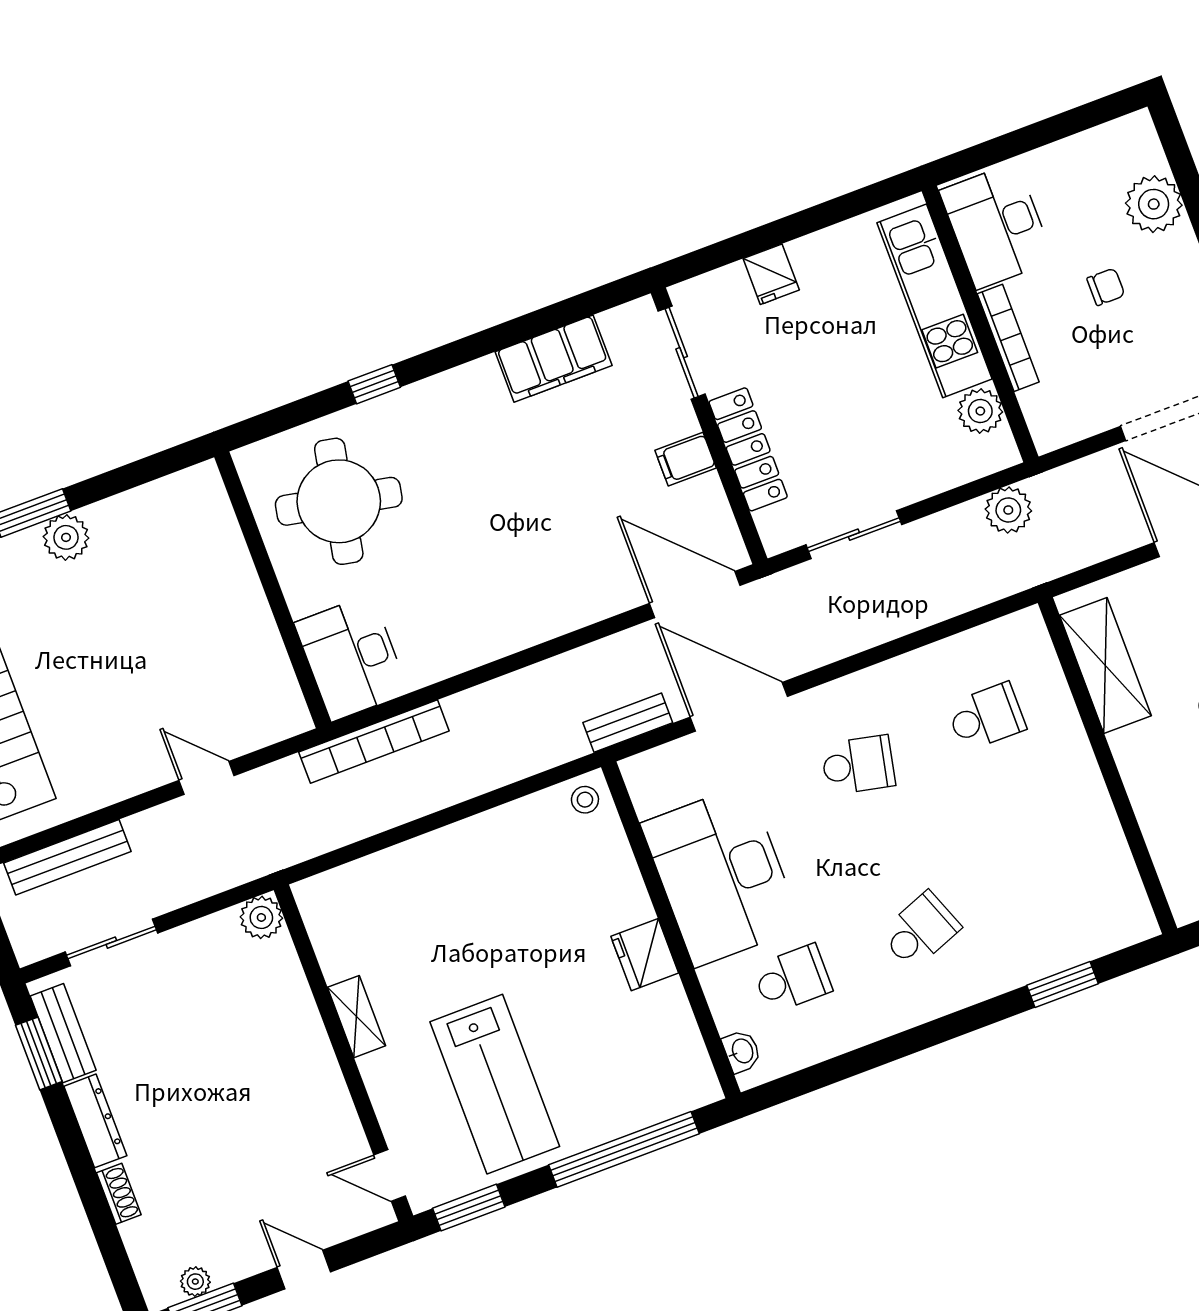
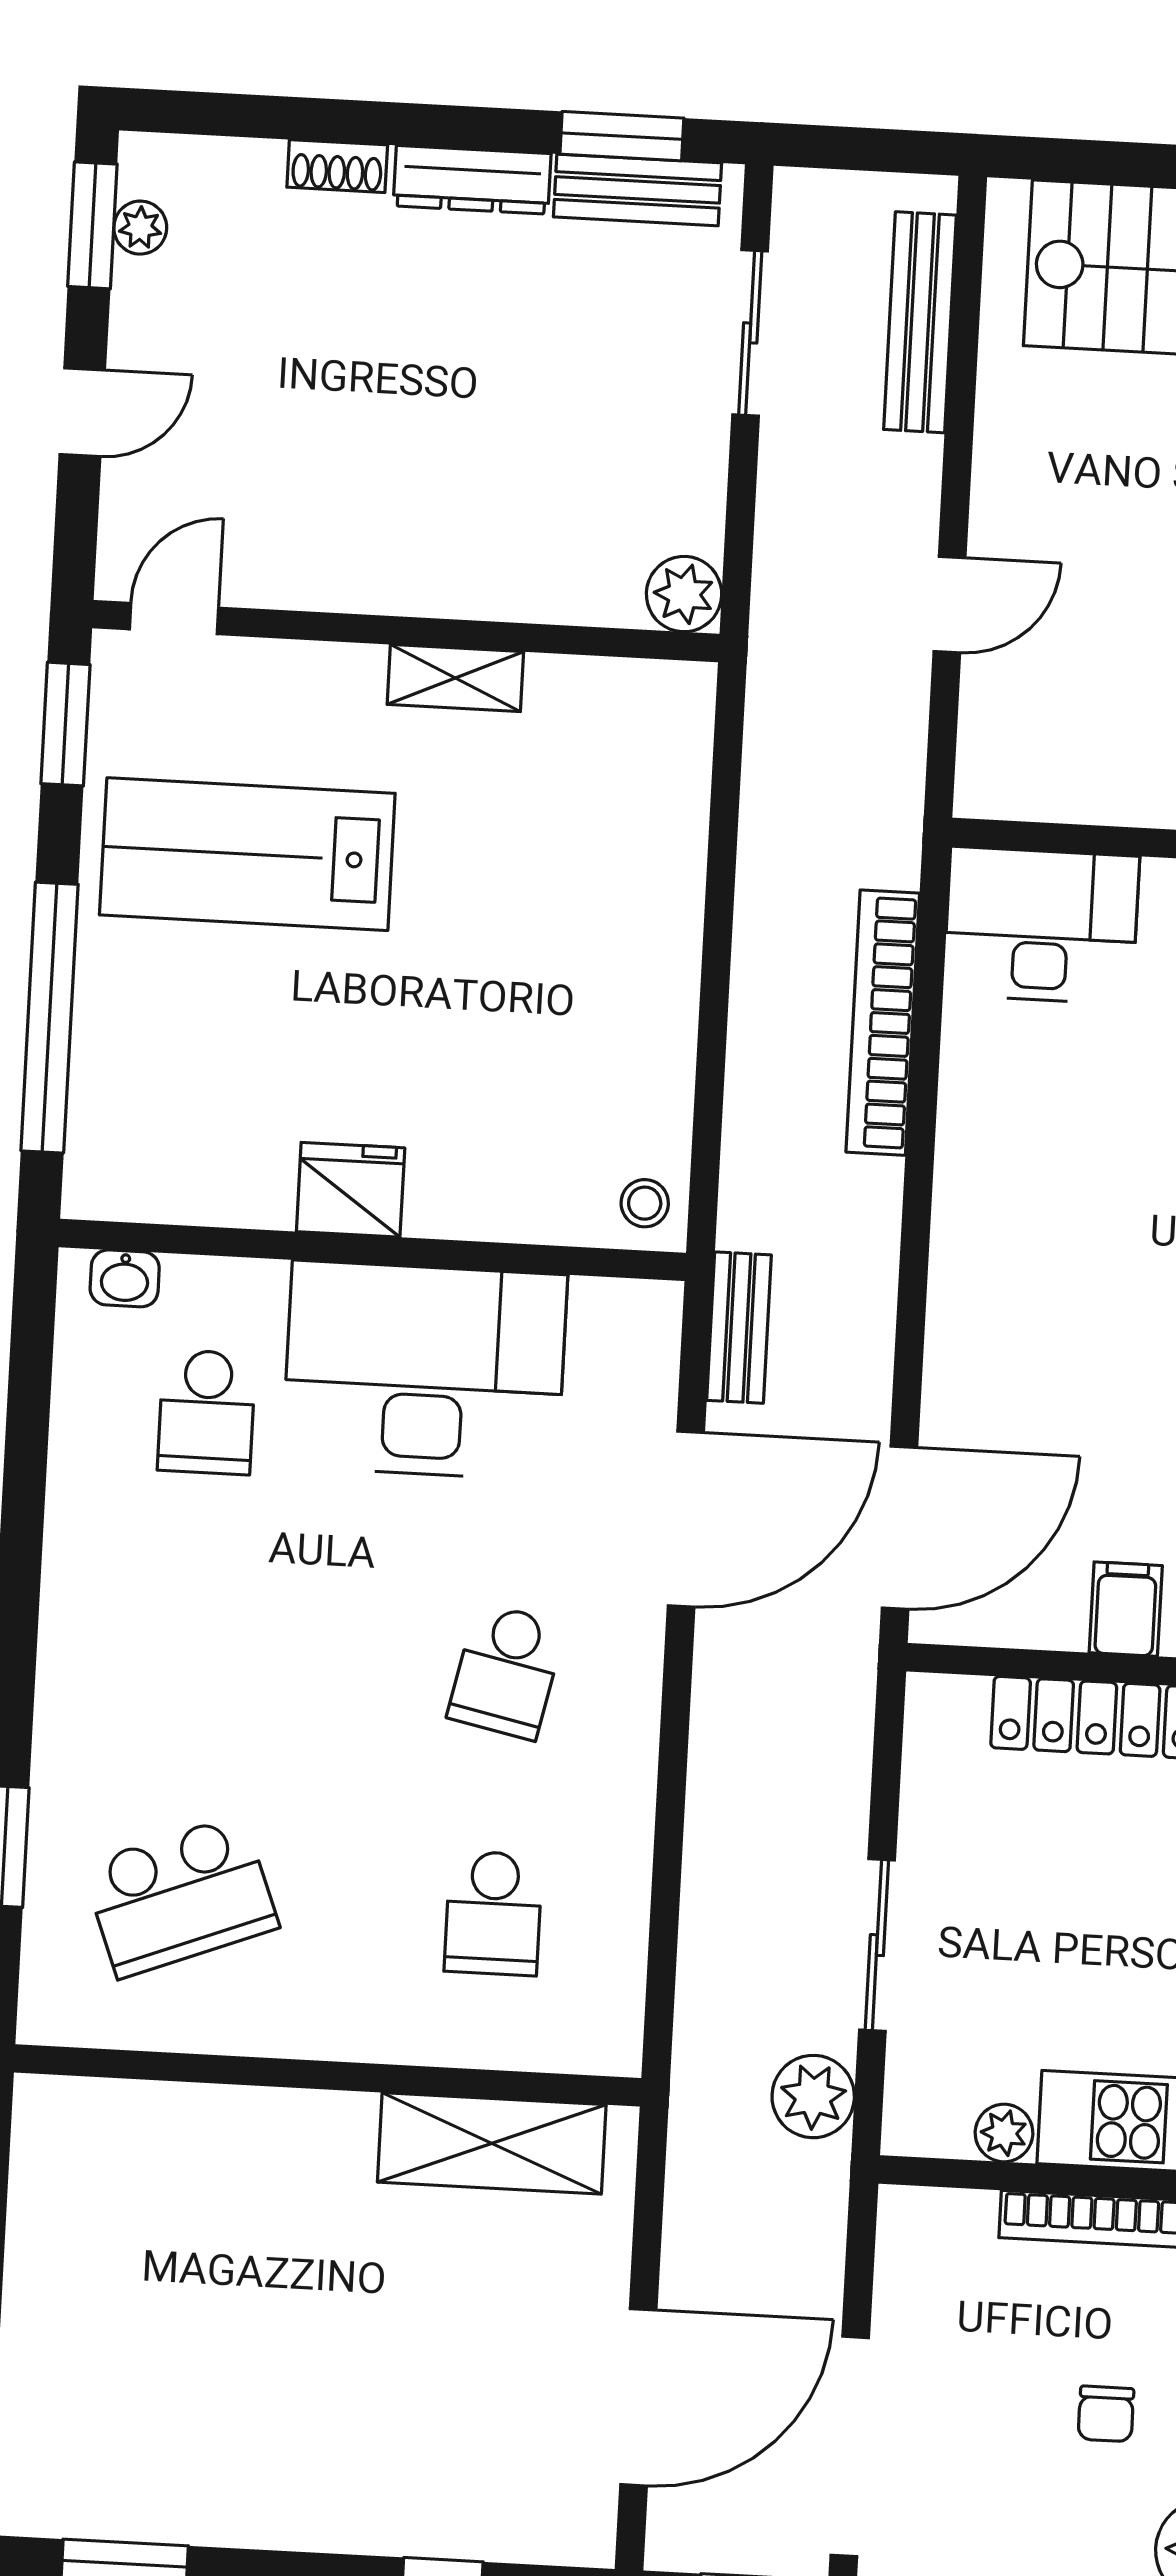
plant: (980, 411) -> (1004, 2133), width x0.73, depth x0.73
sliding door: (854, 535) -> (877, 1945), moved
bookcase: (374, 742) -> (883, 1023), moved
school desk: (920, 931) -> (180, 1896), moved, width x1.85

